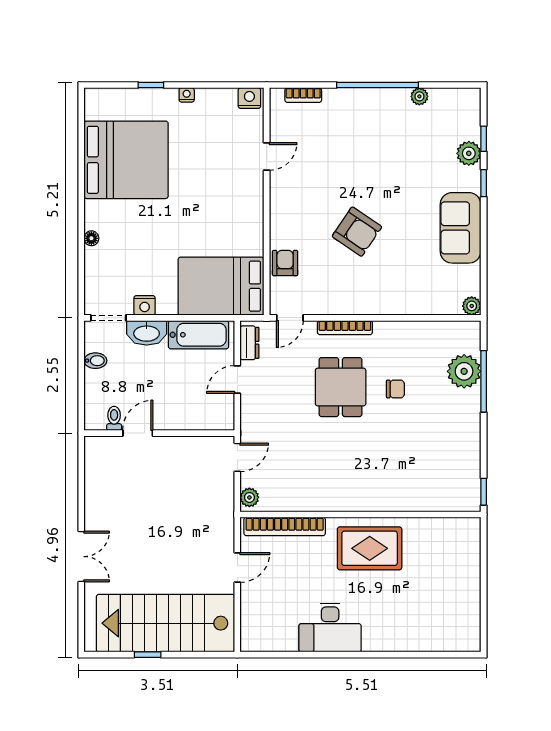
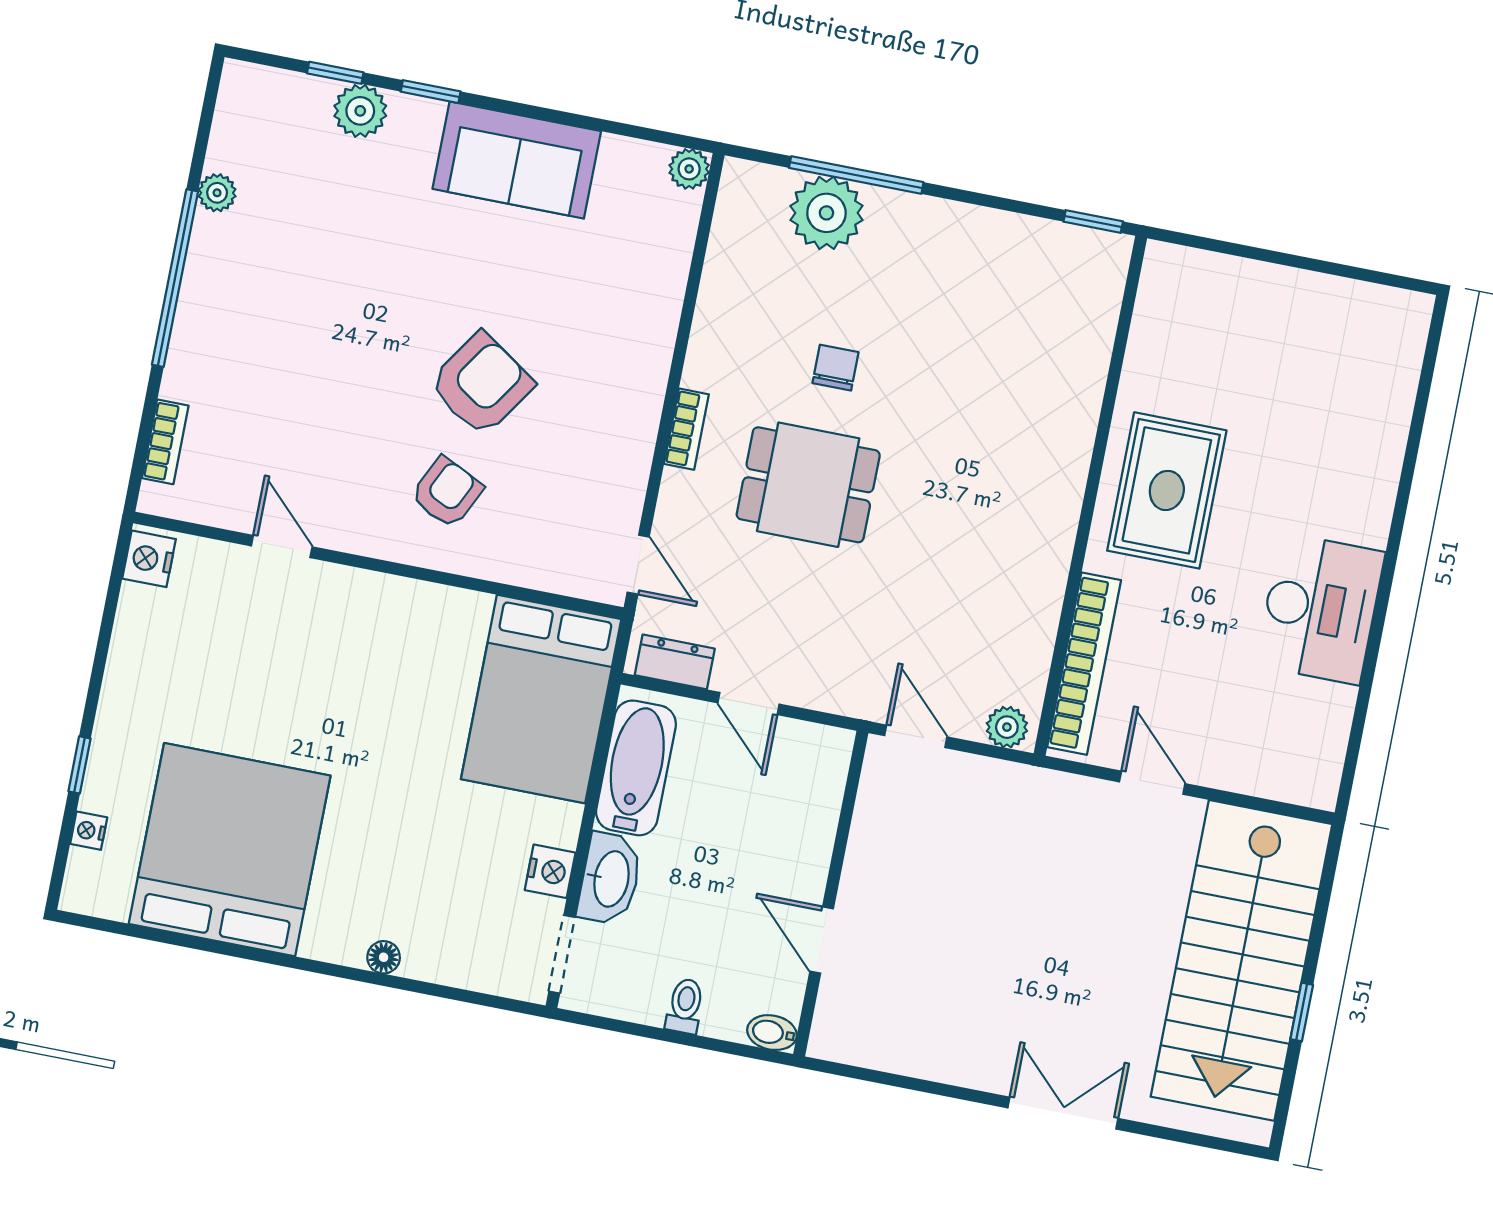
nightstand: (187, 95) -> (89, 831), moved
armchair: (285, 263) -> (447, 492), moved, turned 116
bookcase: (345, 328) -> (686, 429), width x0.64
bidet: (95, 361) -> (772, 1033), moved, turned -90
toilet: (114, 418) -> (685, 1006), moved, turned 90

